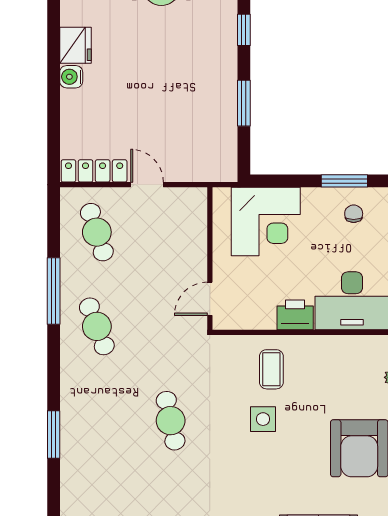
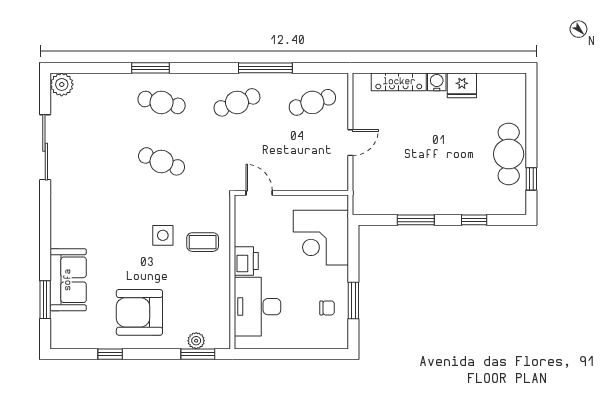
locker: (94, 171) -> (399, 82), moved, turned 90
cafe table: (97, 421) -> (162, 102), added
cafe table: (171, 421) -> (162, 161), turned 33

